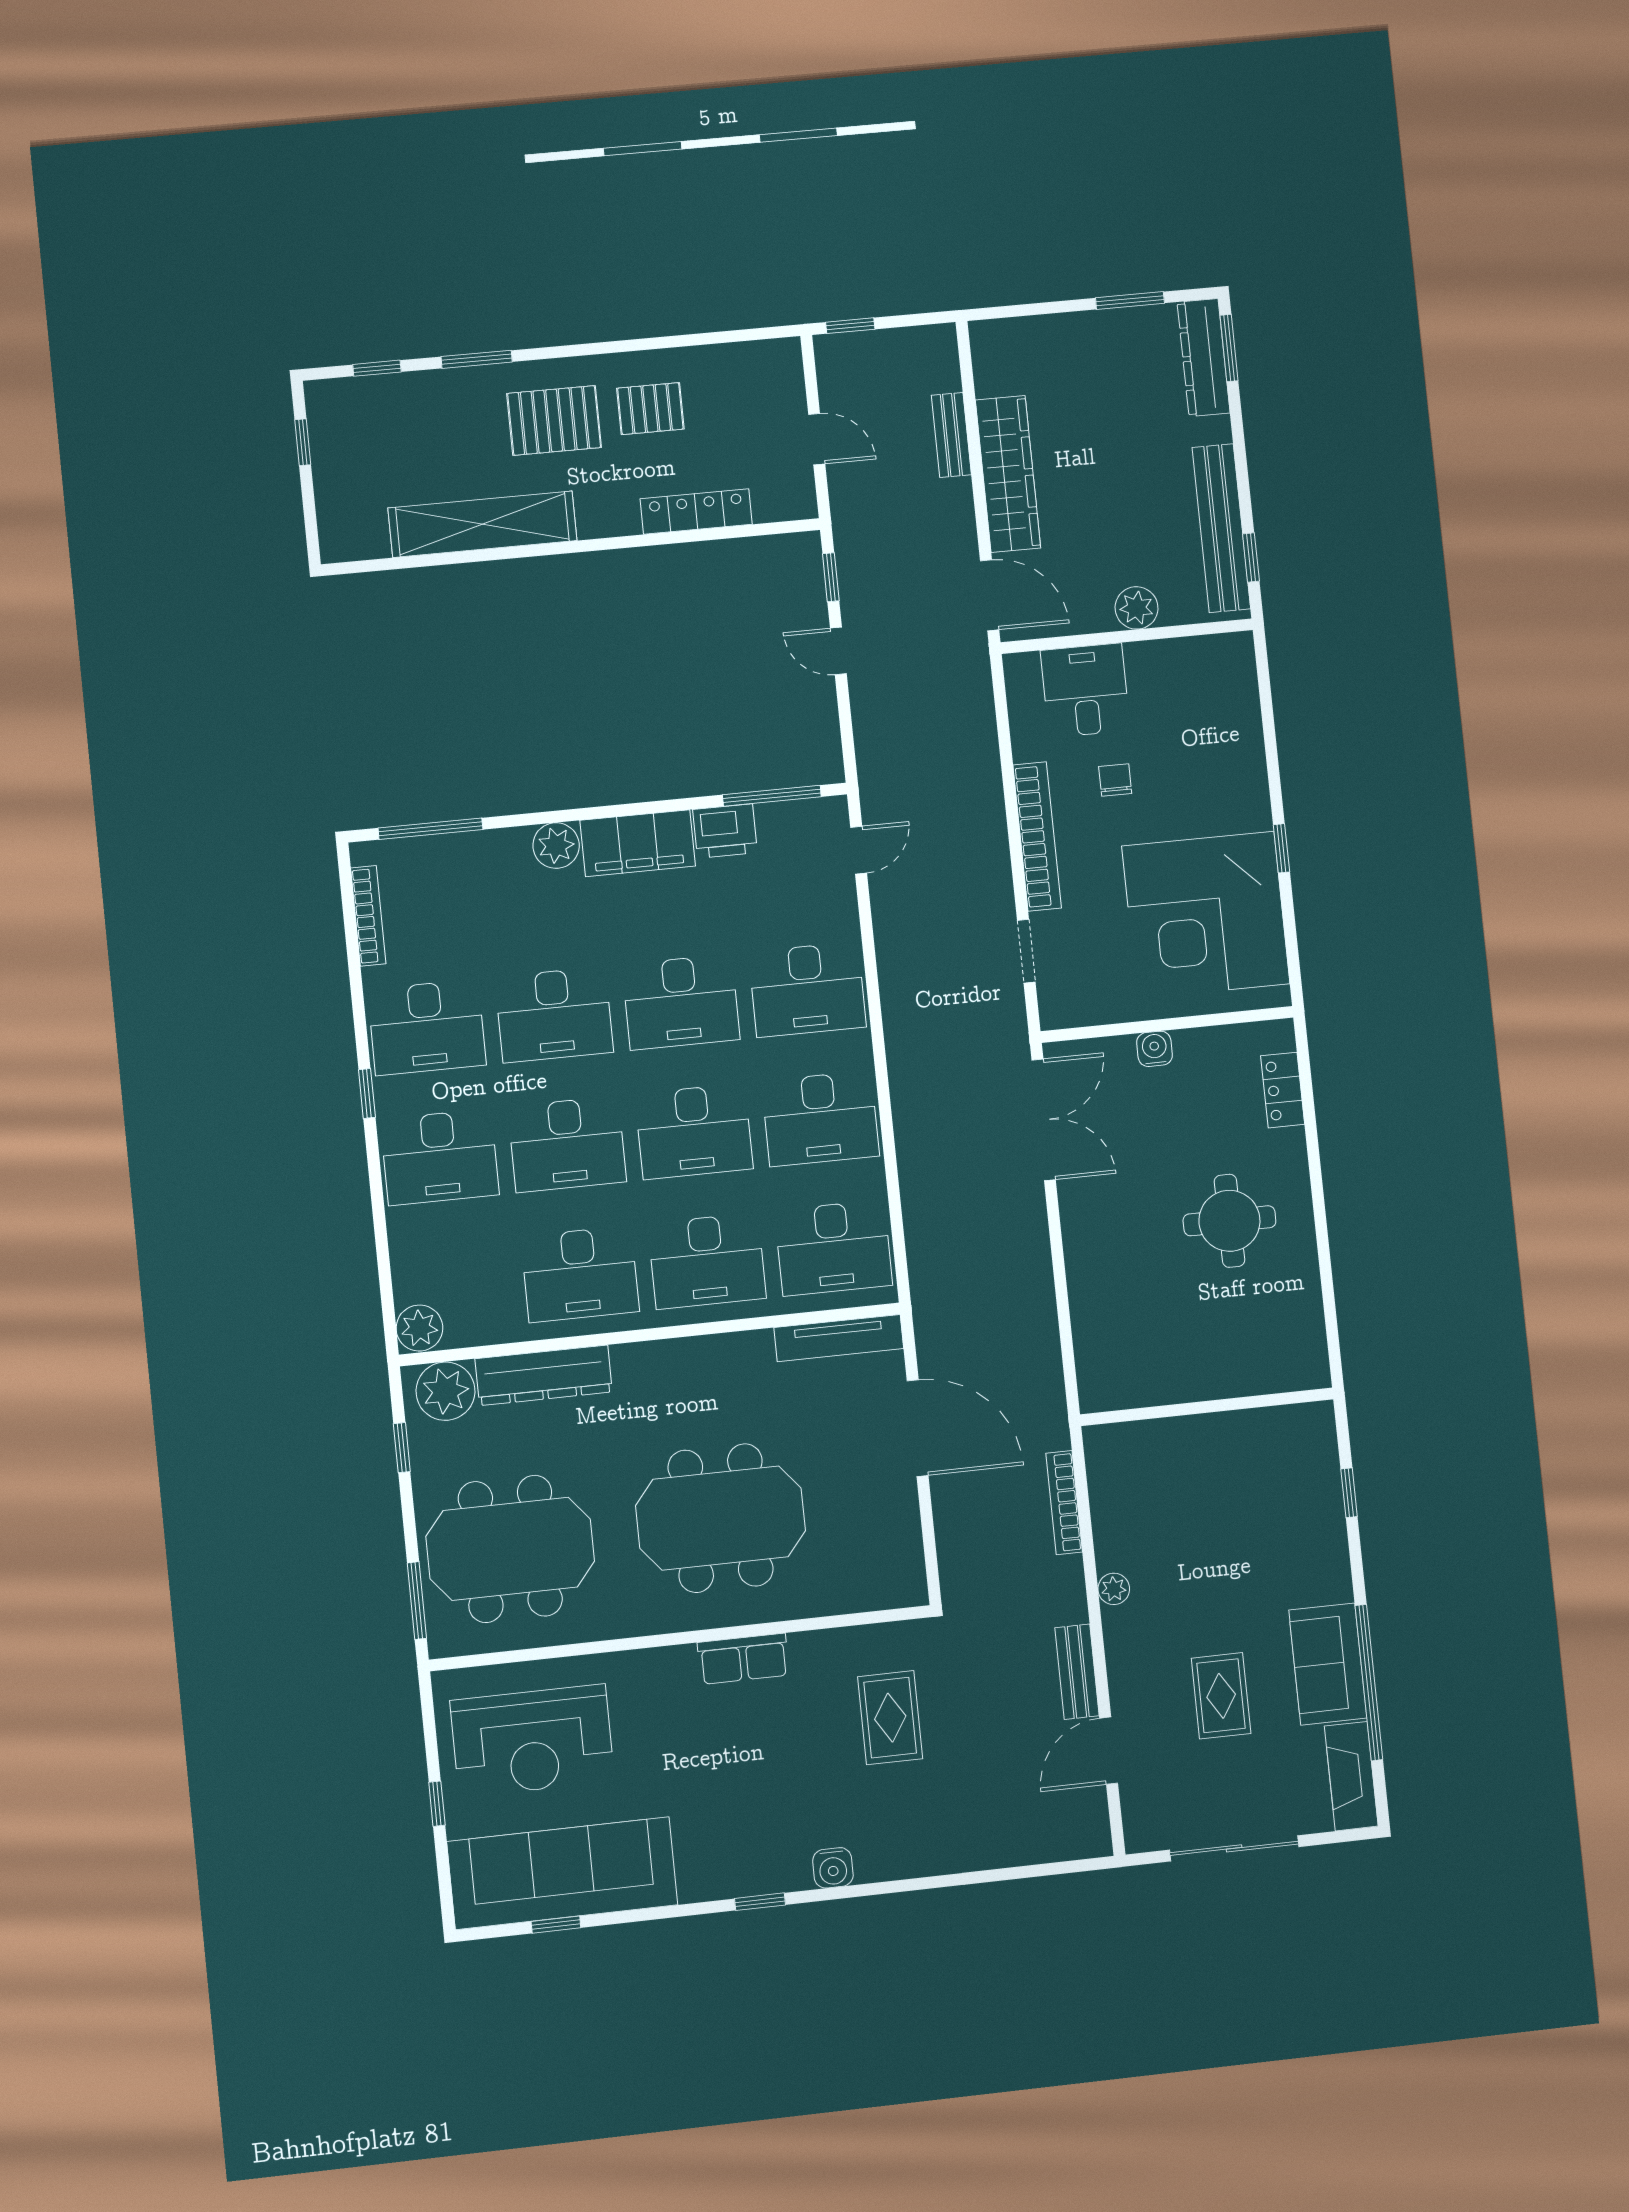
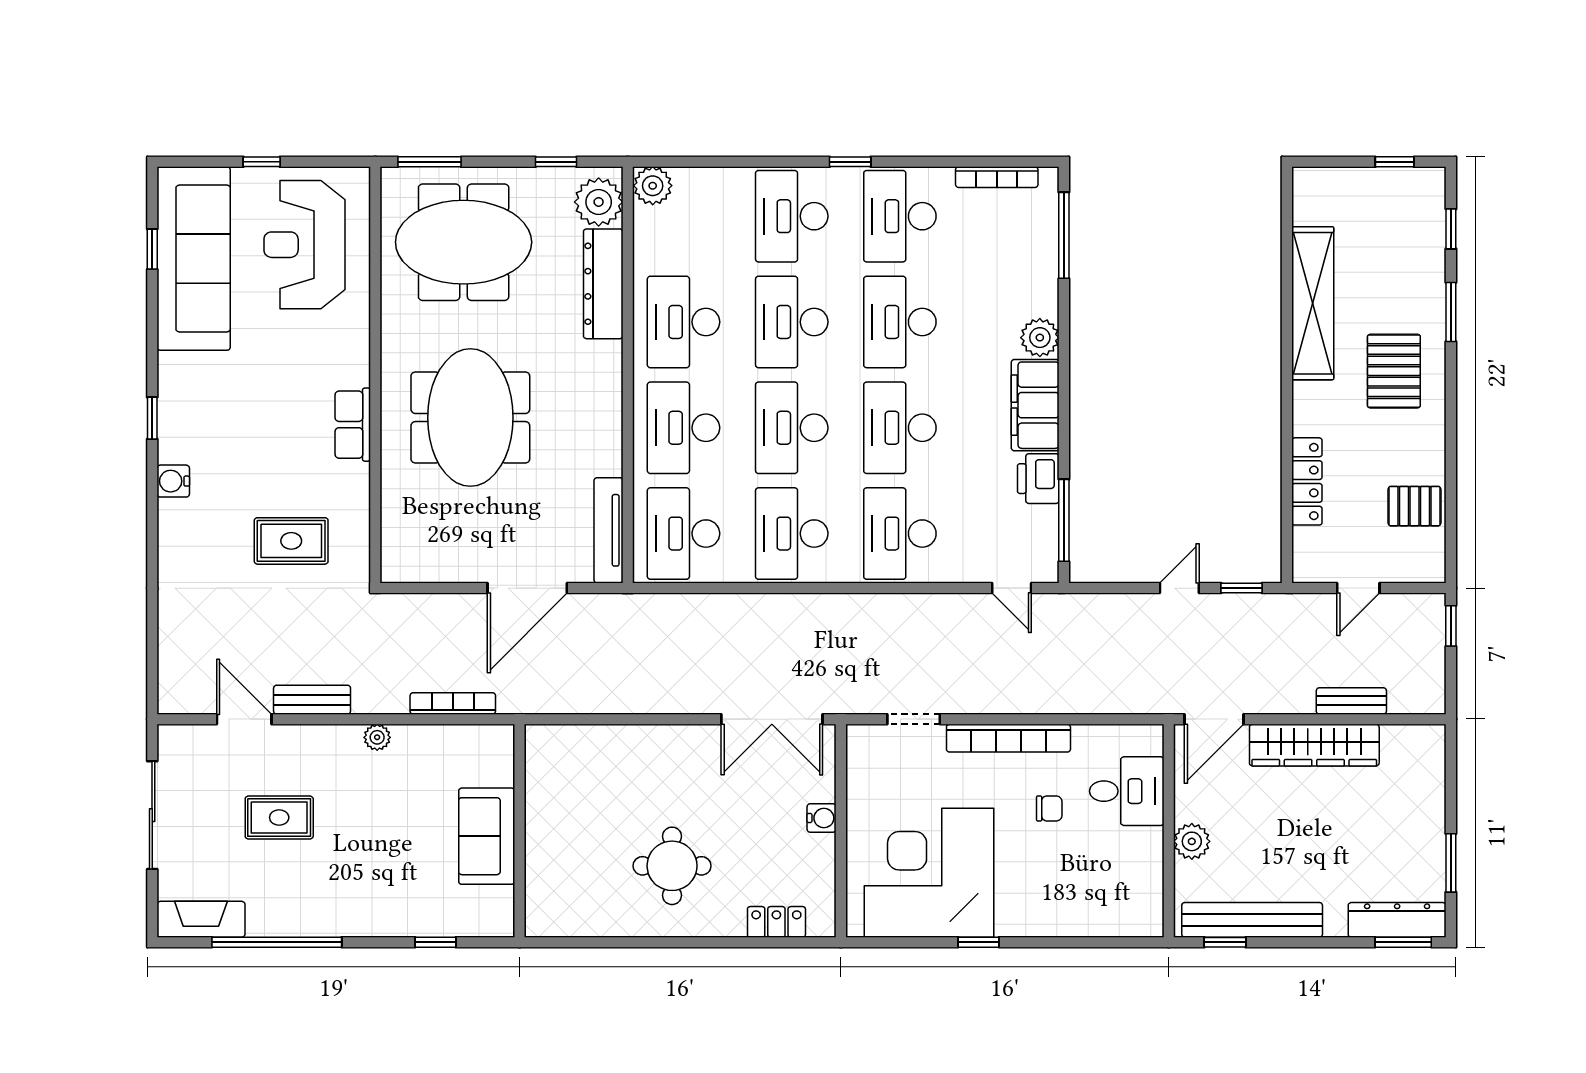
pallet: (650, 409) -> (1414, 506), moved, turned 90
meeting table: (510, 1549) -> (464, 242), turned 90
sofa: (1328, 1664) -> (487, 836), moved, turned -90

